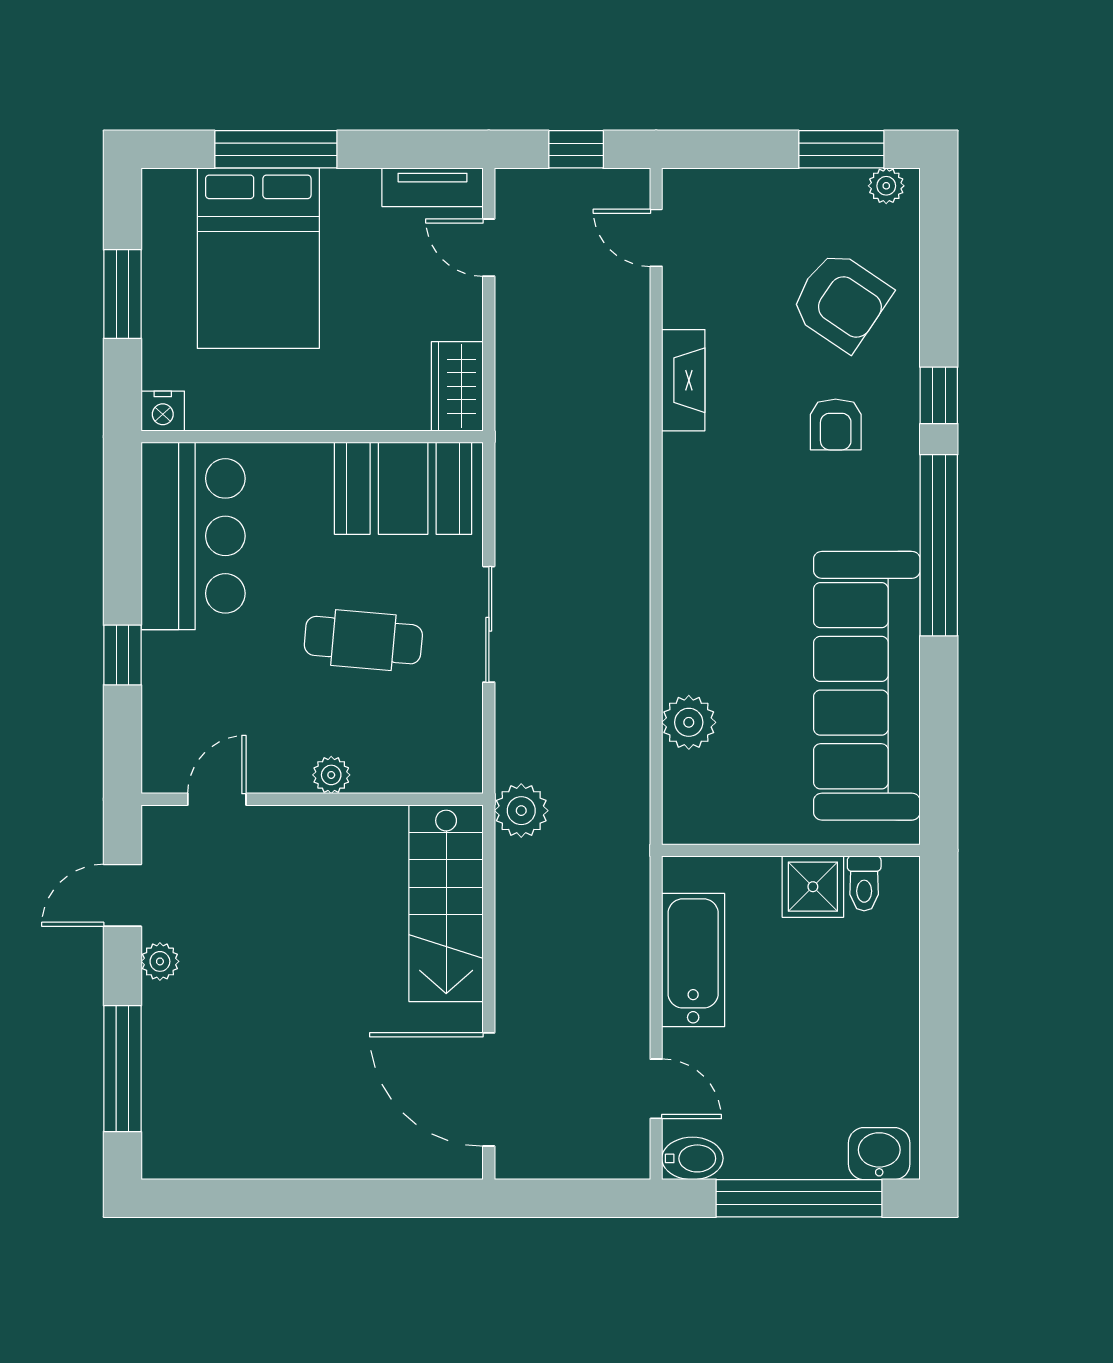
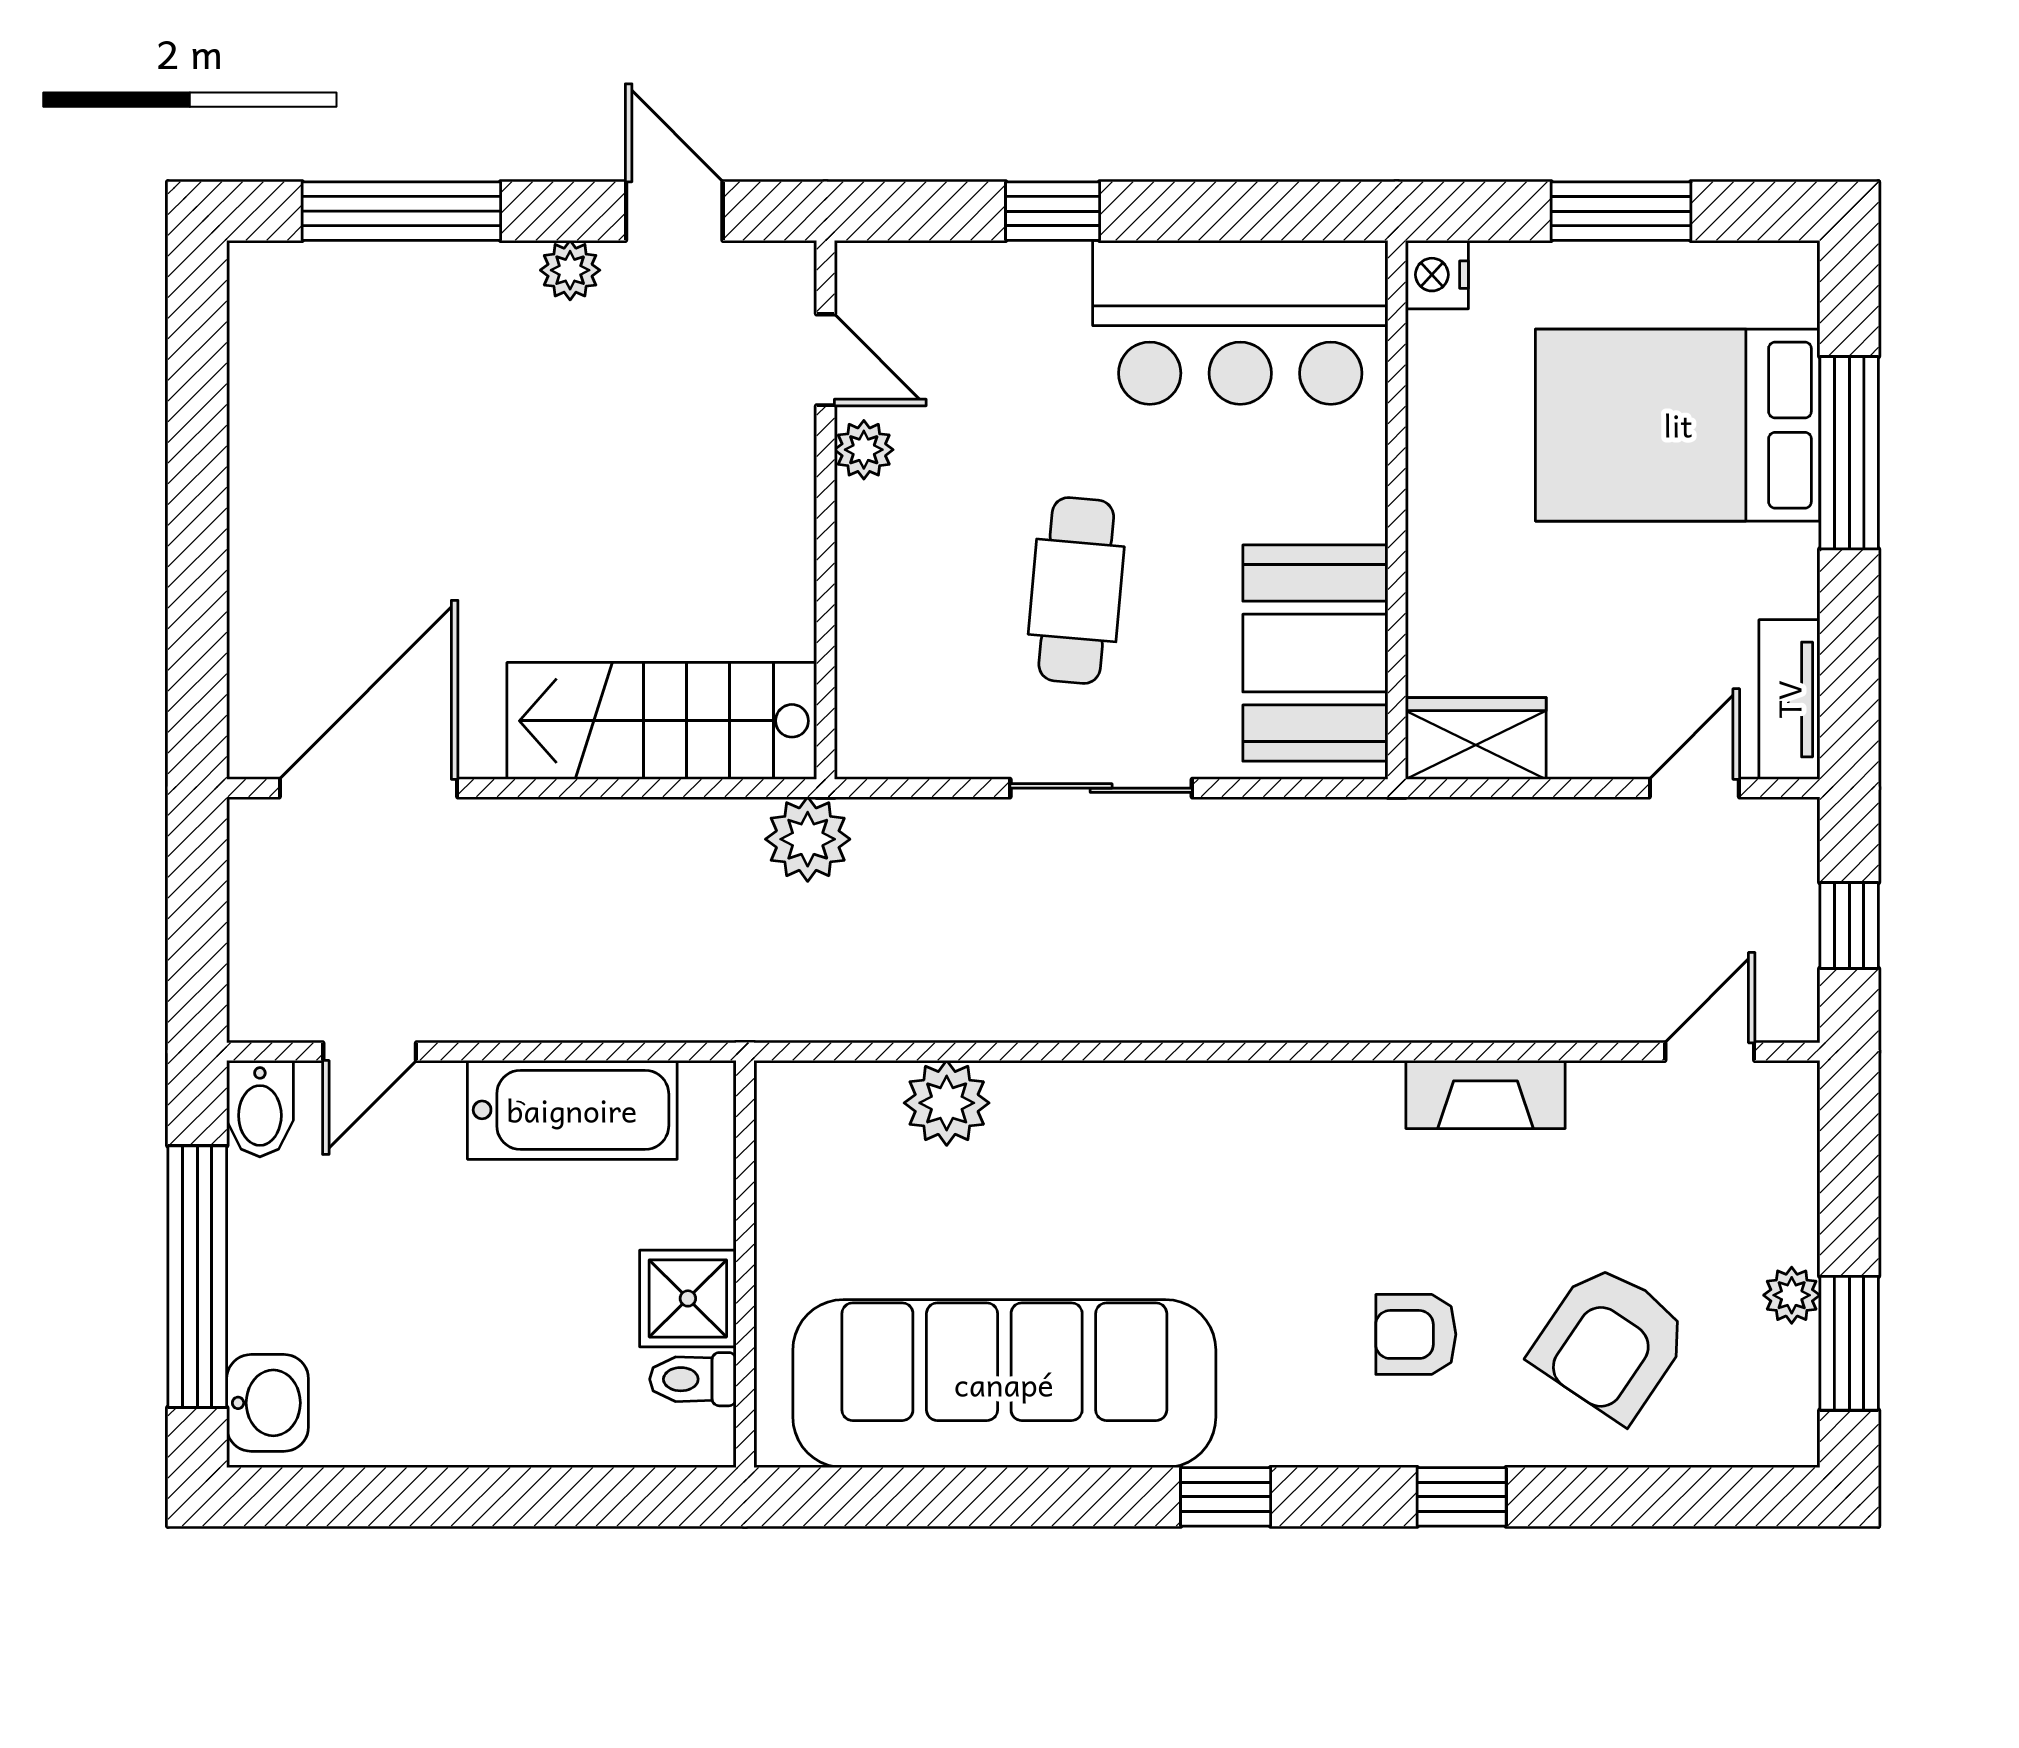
plant: (886, 186) -> (1792, 1295), moved
window: (939, 545) -> (1226, 1497), width x0.32
plant: (331, 775) -> (864, 450), moved

